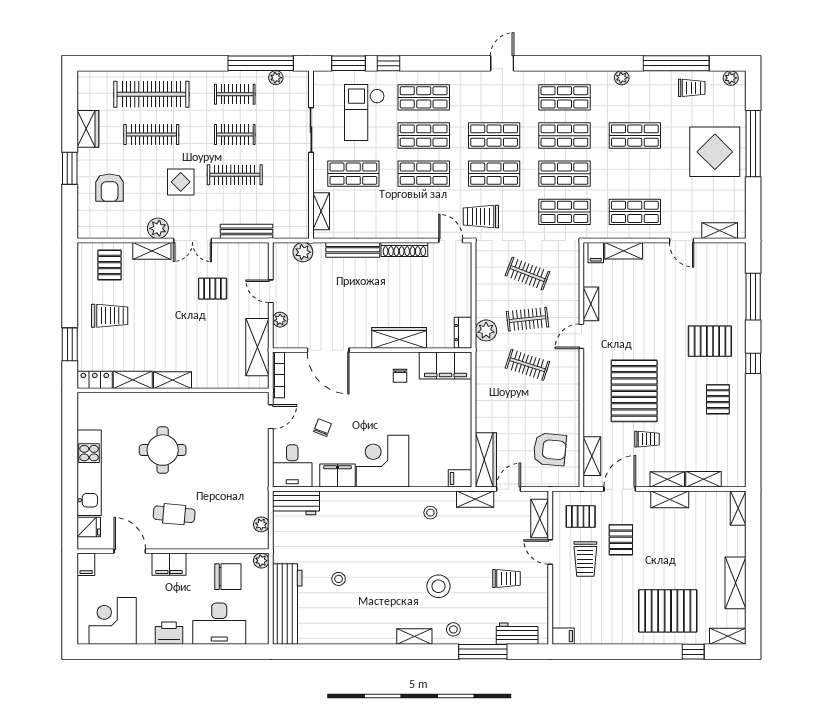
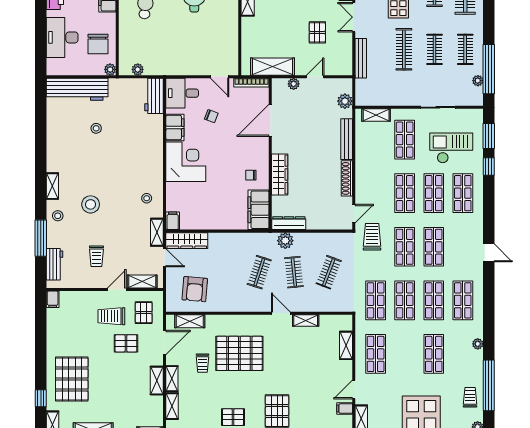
trolley: (692, 88) -> (470, 397), turned 180
filing cabinet: (596, 253) -> (345, 408), moved
dresser: (463, 333) -> (289, 223), width x1.44
door: (620, 489) -> (165, 342), hinge flipped

